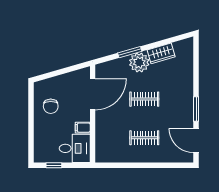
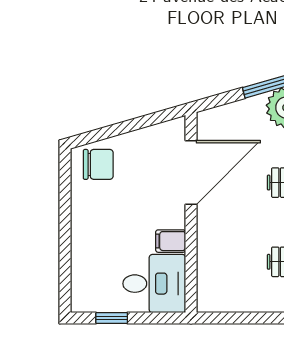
chair: (51, 106) -> (98, 164), moved, turned -90

